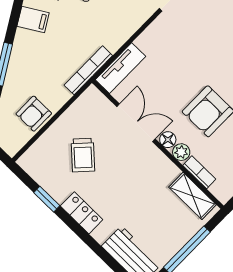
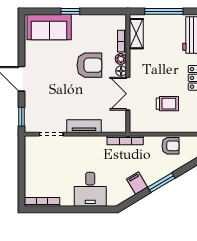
filing cabinet: (33, 19) -> (137, 183), moved
tv unit: (120, 68) -> (84, 126), moved
trolley: (83, 155) -> (167, 104), turned 47

